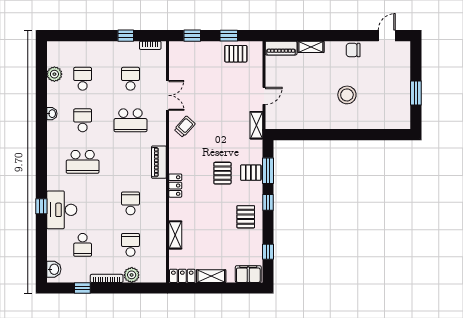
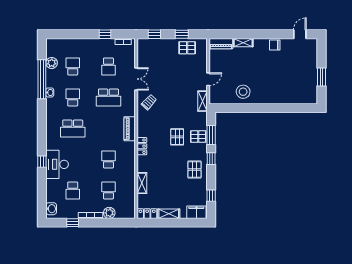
school desk: (130, 79) -> (108, 66), turned 180
stool: (347, 95) -> (243, 92), moved
window: (41, 96) -> (42, 79), added

